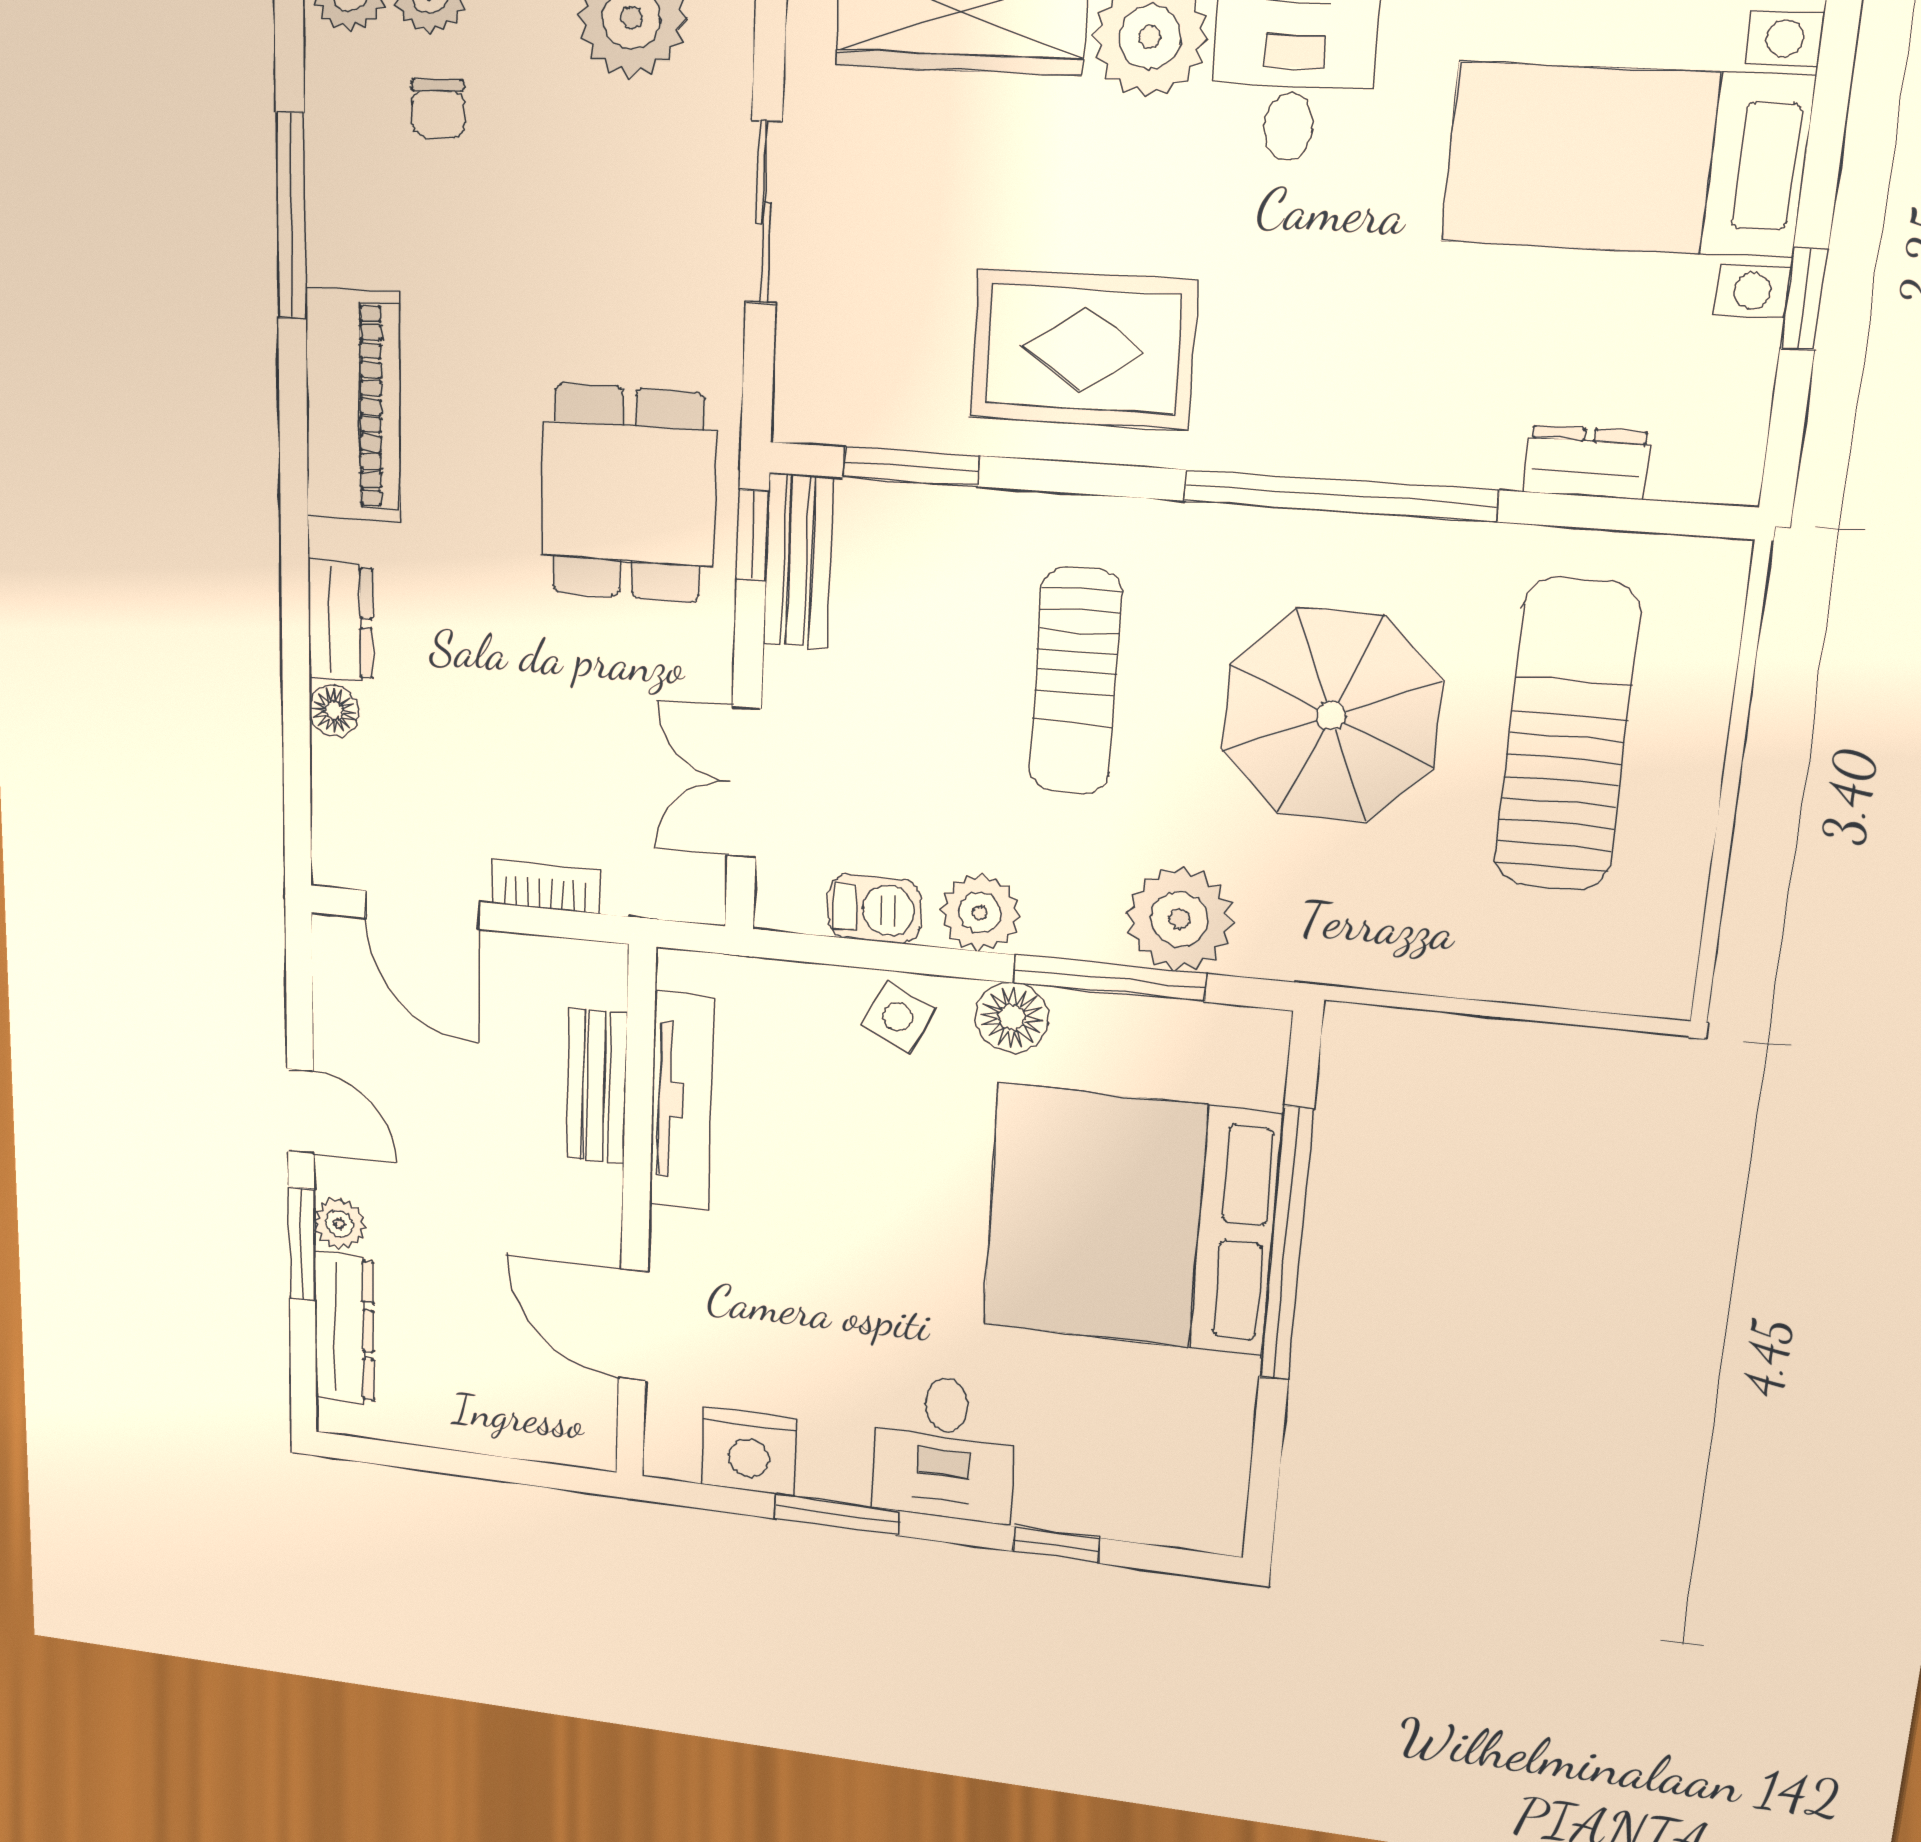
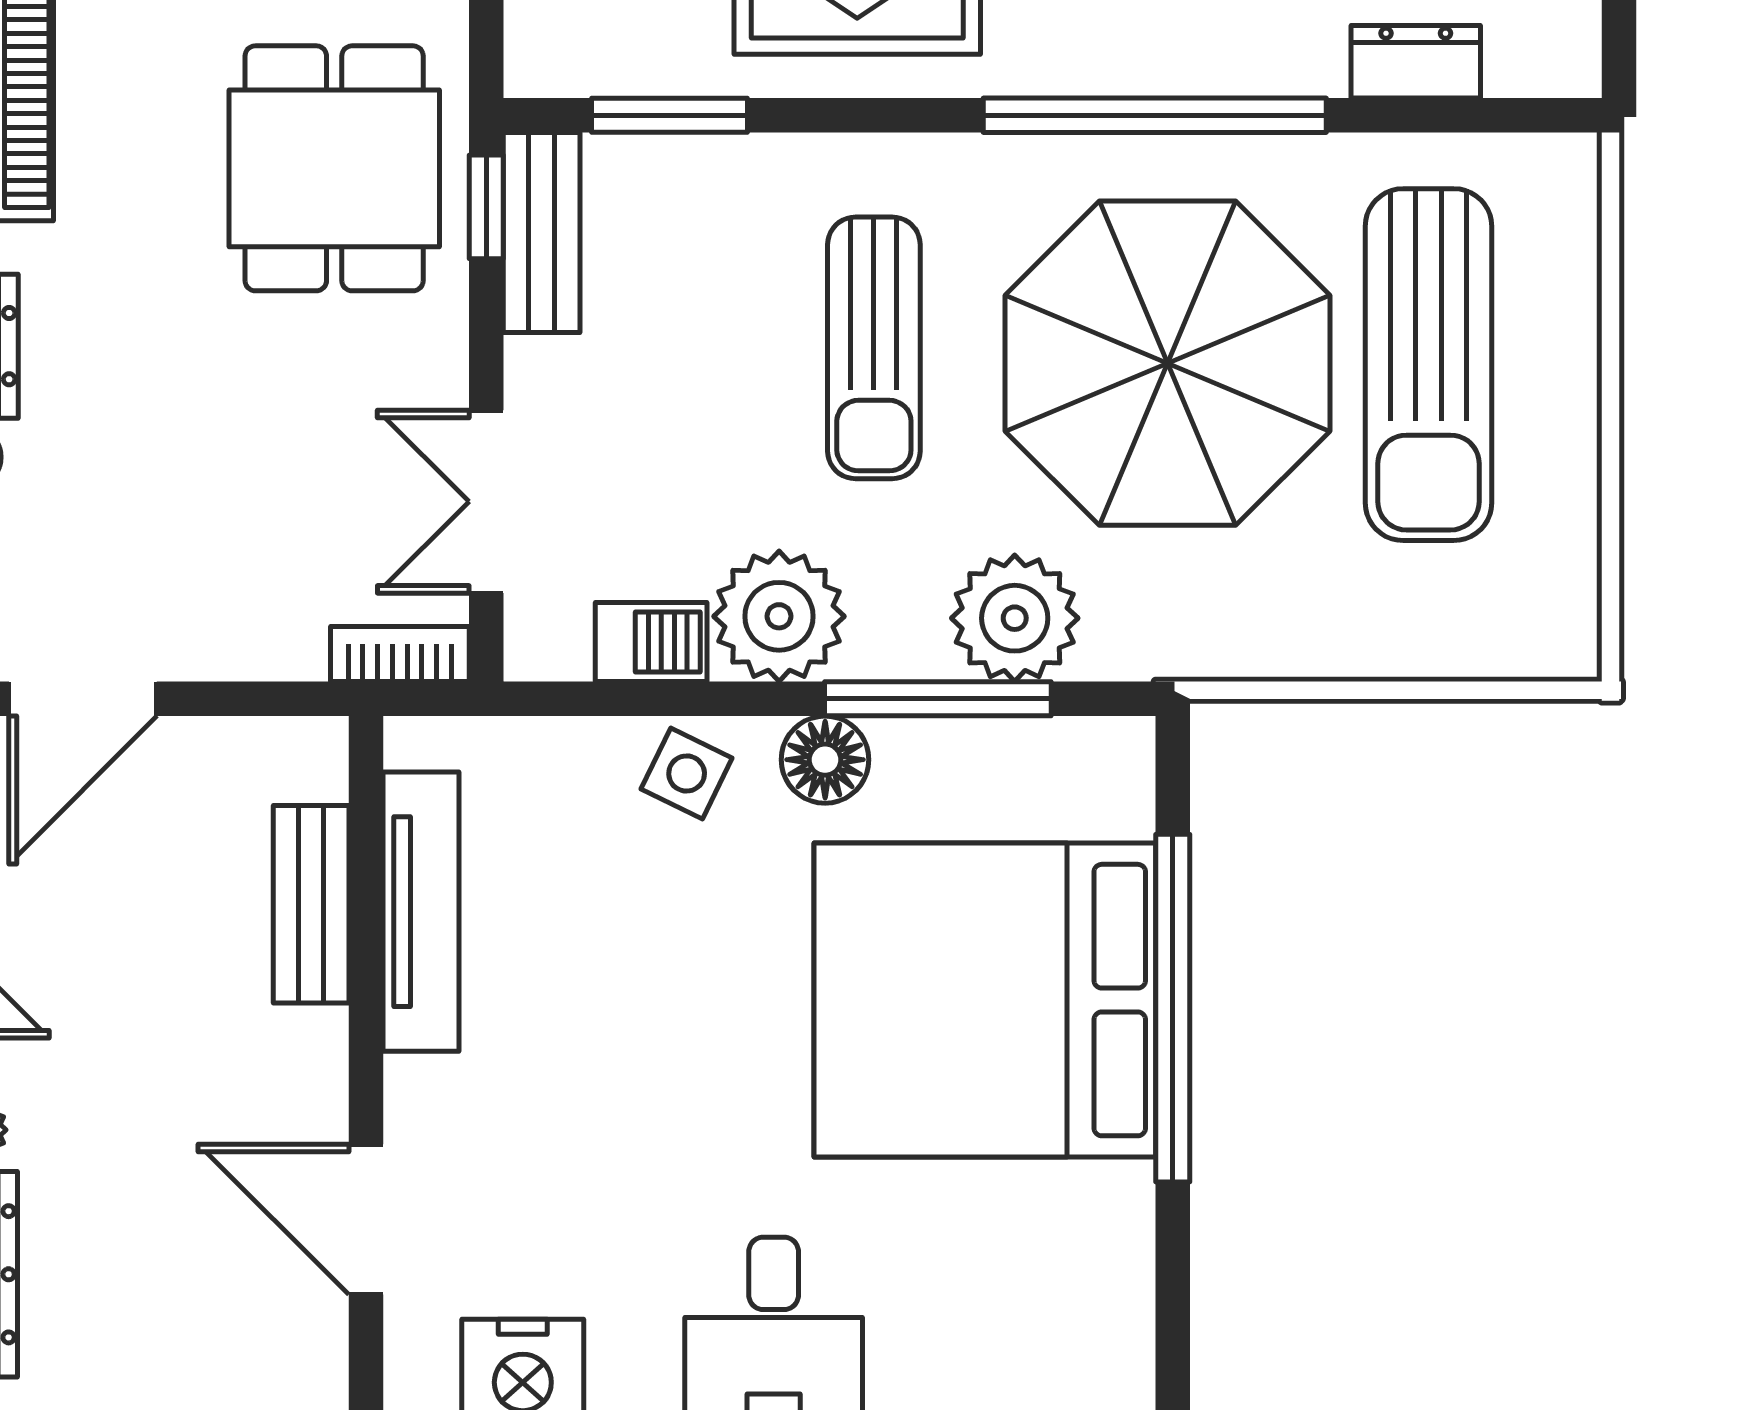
parasol: (1331, 716) -> (1168, 363), width x1.36, depth x1.36
sun lounger: (1567, 736) -> (1428, 365), turned 180
bookcase: (546, 887) -> (400, 654), moved
door: (422, 910) -> (83, 699), hinge flipped
plant: (980, 913) -> (779, 616), width x1.36, depth x1.36

